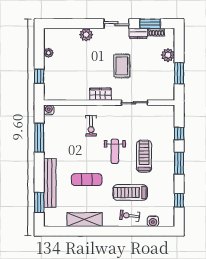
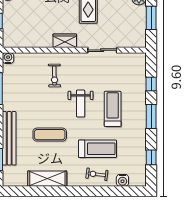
treadmill: (130, 192) -> (97, 149), turned 180

